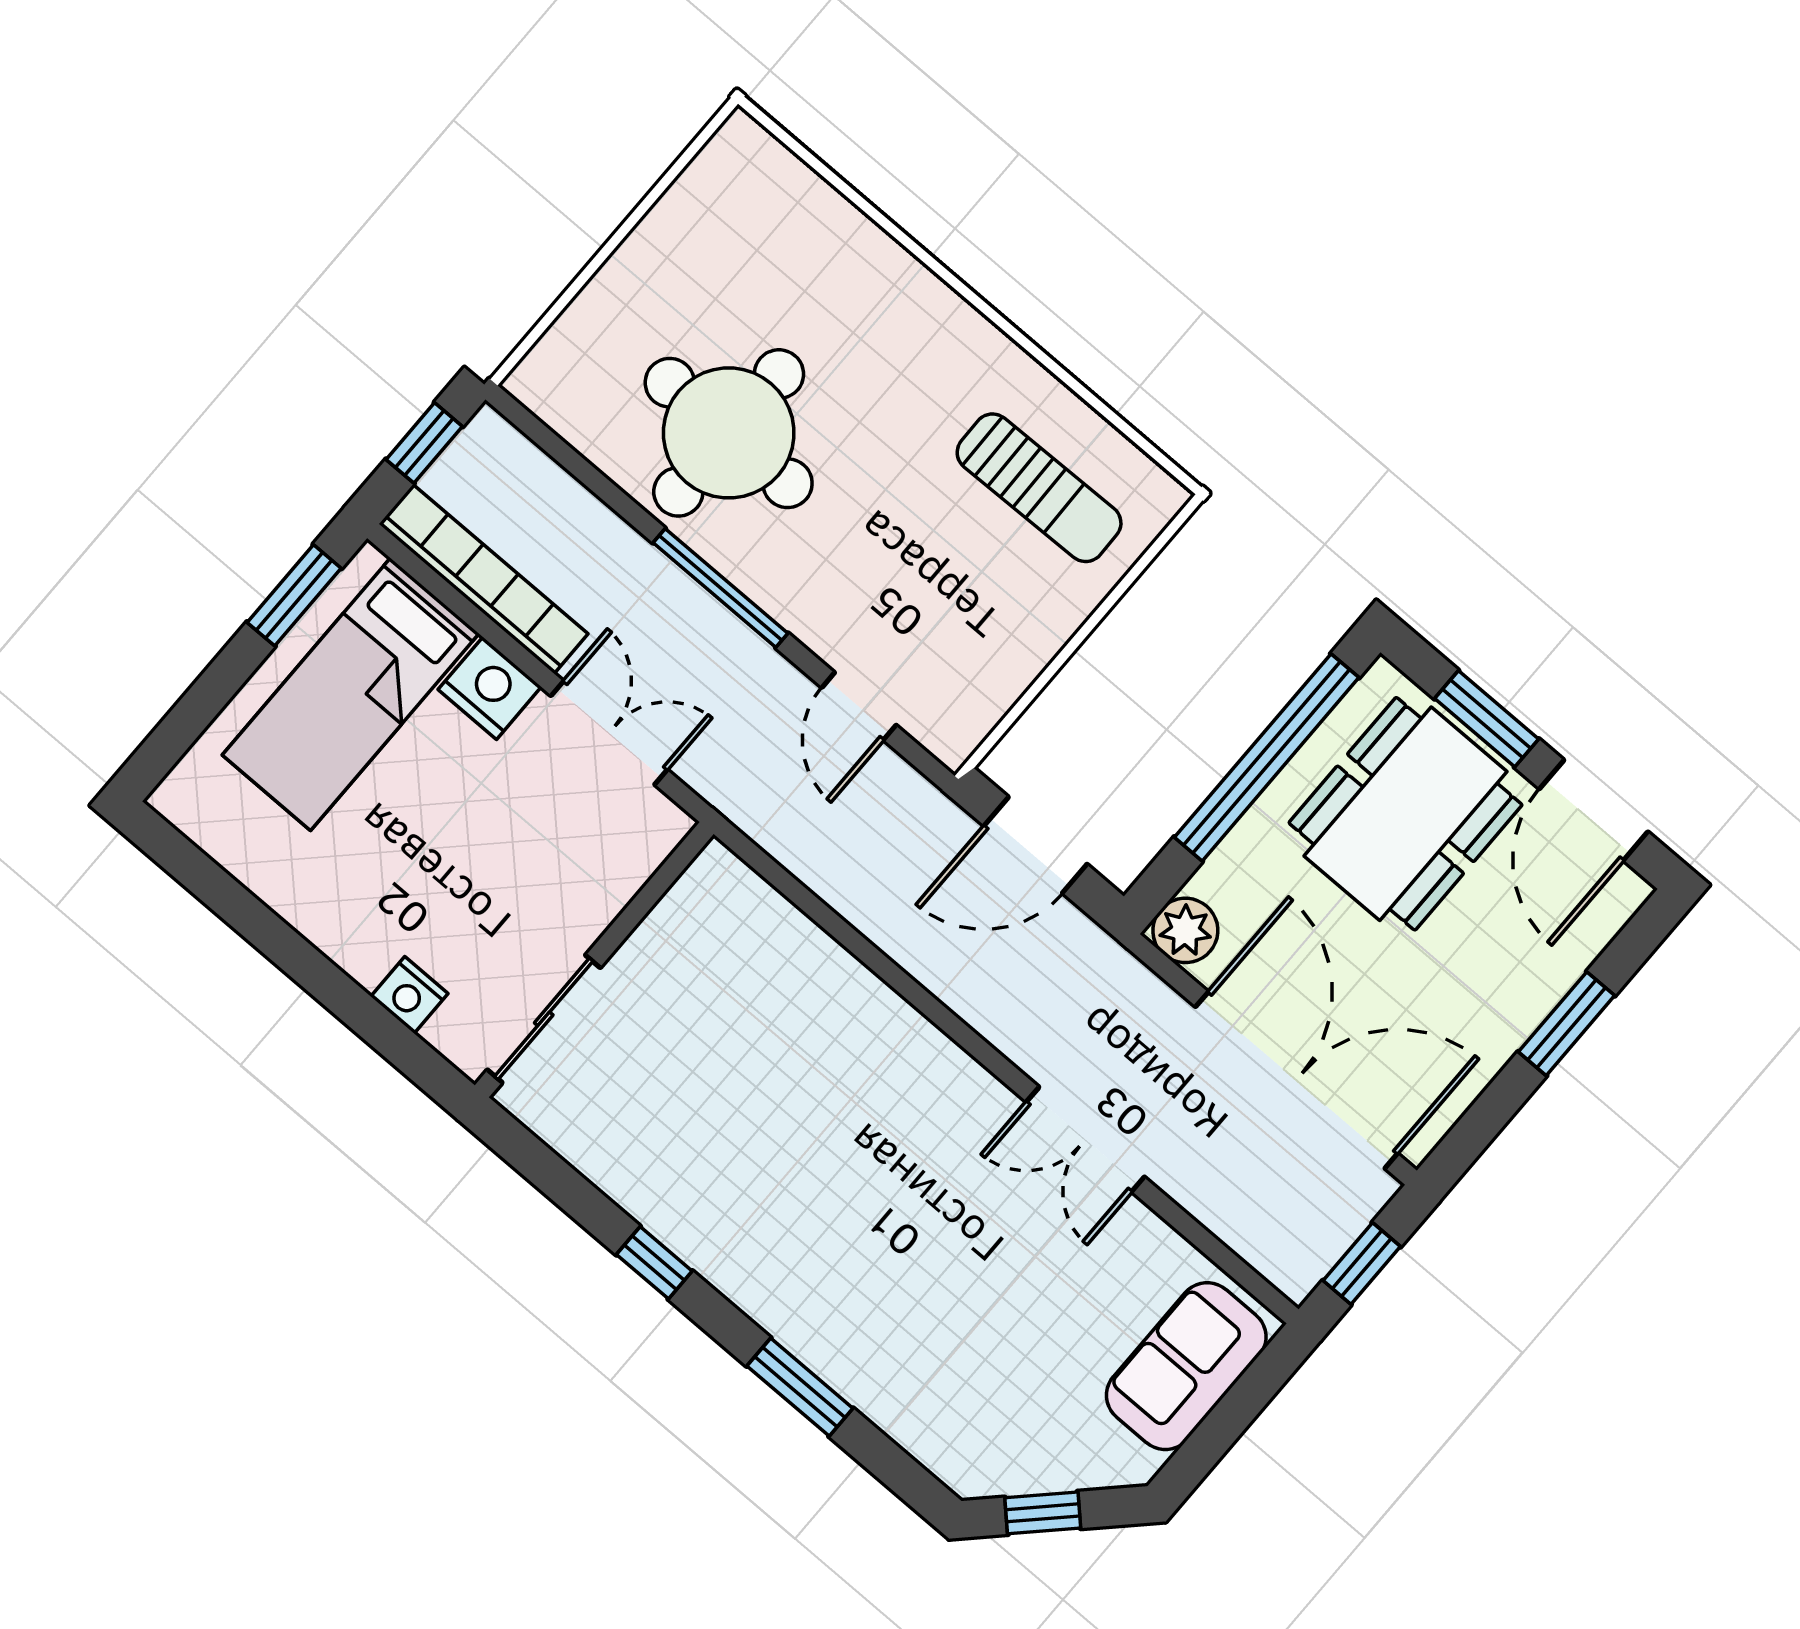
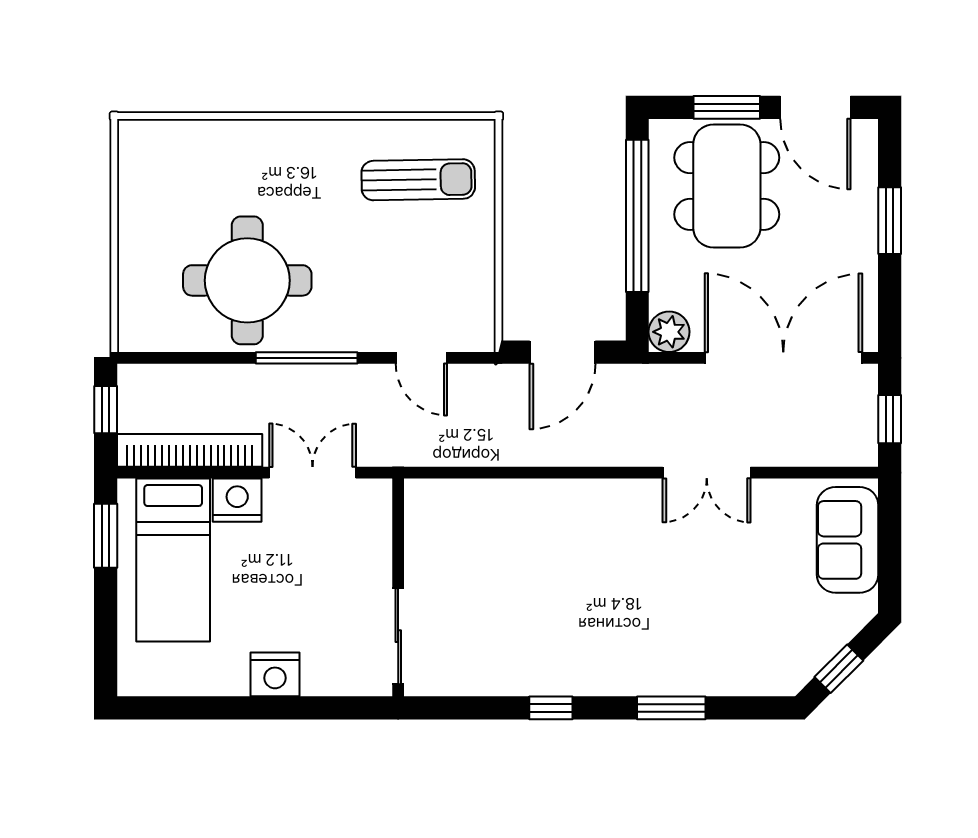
nightstand: (409, 995) -> (275, 674), moved, width x1.36, depth x1.33

